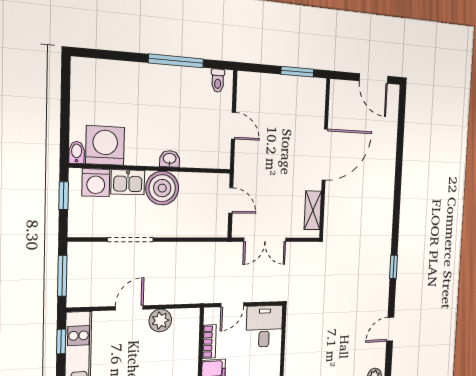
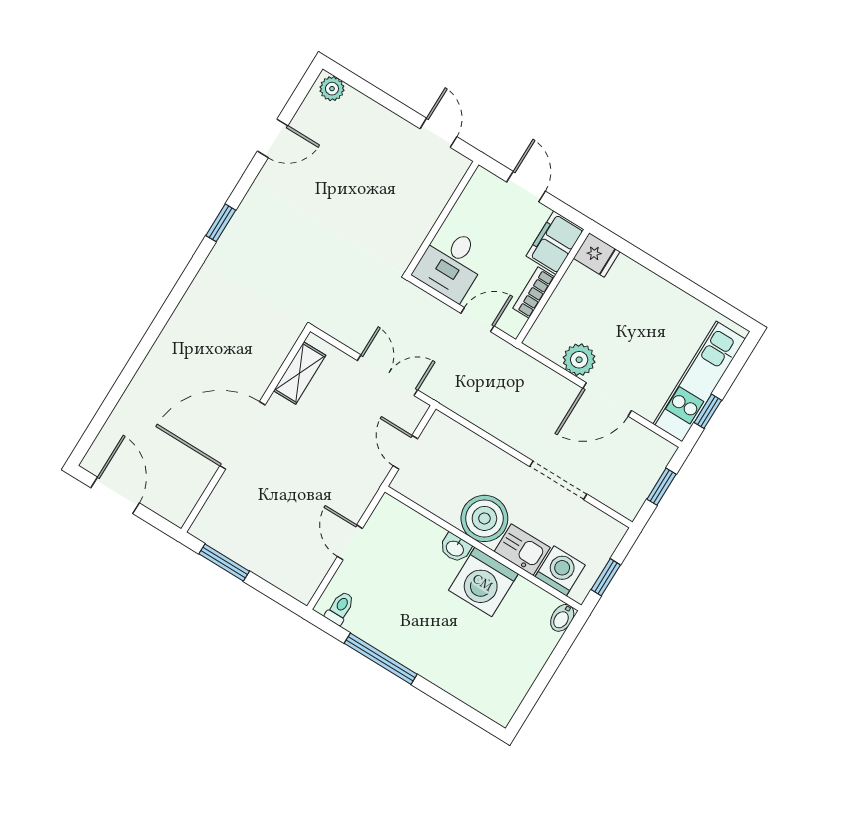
washing machine: (105, 145) -> (483, 582), moved
window: (62, 276) -> (662, 487), width x0.67
door: (129, 308) -> (607, 399), width x1.38

